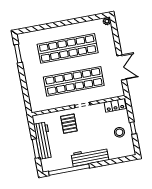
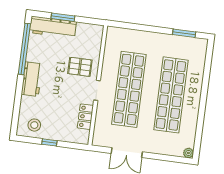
locker: (115, 105) -> (85, 117), moved
stool: (119, 132) -> (34, 125), moved
workbench: (43, 141) -> (53, 27), moved
workbench: (90, 157) -> (32, 79), width x0.73

